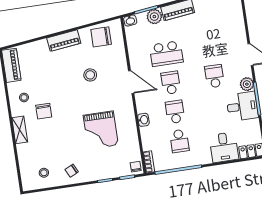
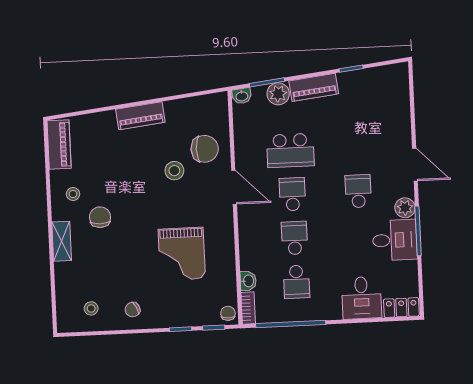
chair: (101, 37) -> (205, 149), moved, turned 180
chair: (44, 111) -> (100, 217), turned 180
washbasin: (143, 120) -> (248, 281), moved

